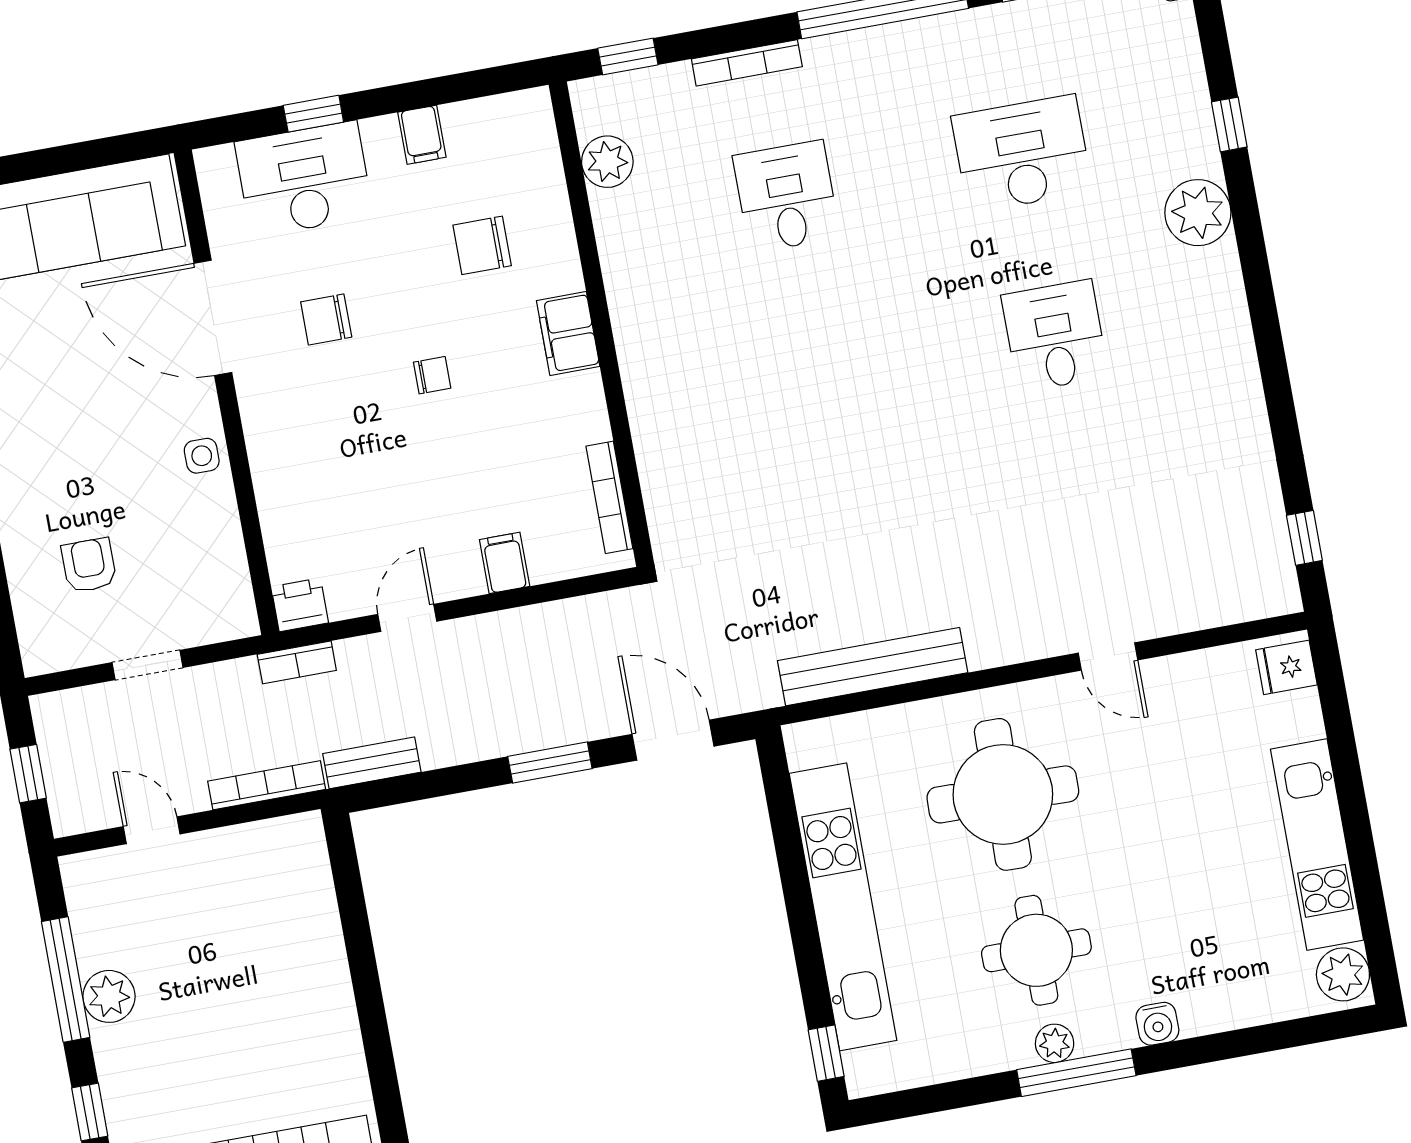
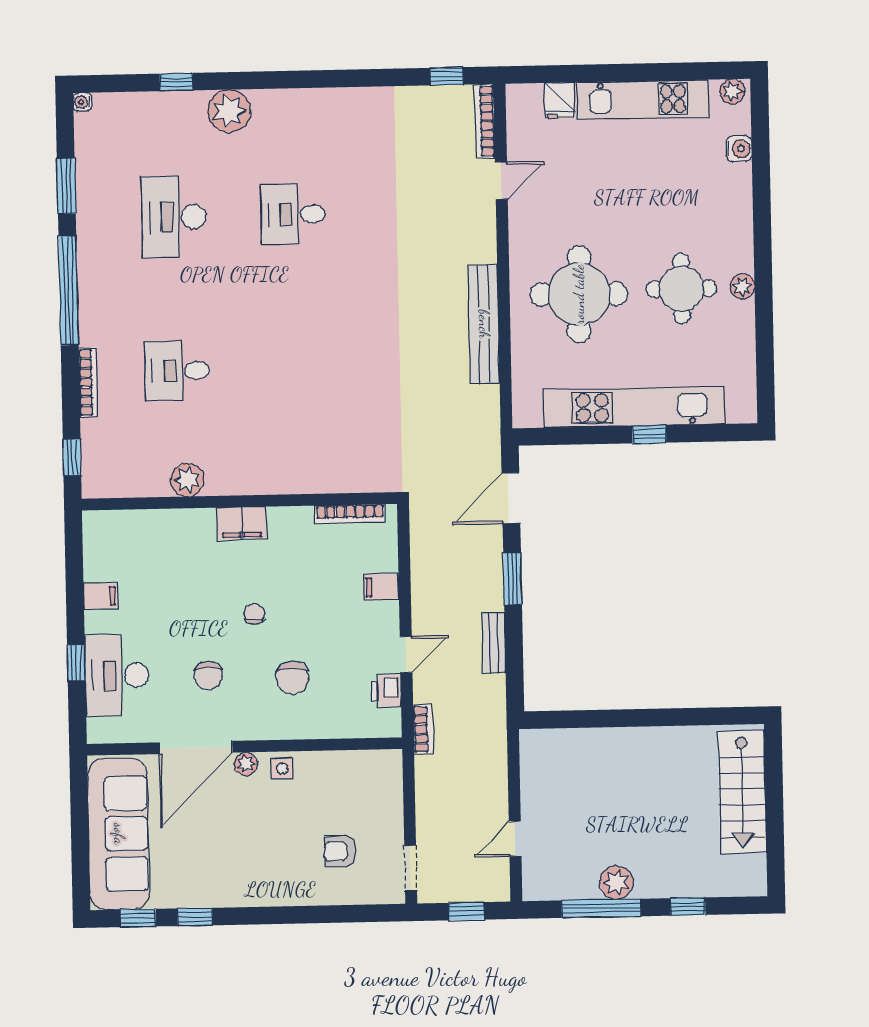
plant: (607, 162) -> (187, 480), moved
chair: (482, 245) -> (292, 678), moved
plant: (200, 399) -> (246, 764), added
printer: (300, 605) -> (386, 691), moved
door: (407, 618) -> (406, 655), swing flipped
door: (1108, 656) -> (501, 181), moved
doorway: (148, 665) -> (411, 868), moved
bench: (873, 667) -> (484, 324), moved
fridge: (1286, 667) -> (560, 100), moved
bench: (372, 763) -> (494, 643), moved
bookcase: (267, 785) -> (485, 121), moved
plant: (1343, 974) -> (732, 92), width x0.73, depth x0.73
water cooler: (1157, 1024) -> (739, 149), moved
window: (826, 1053) -> (649, 434), moved
window: (1076, 1073) -> (763, 276), removed

